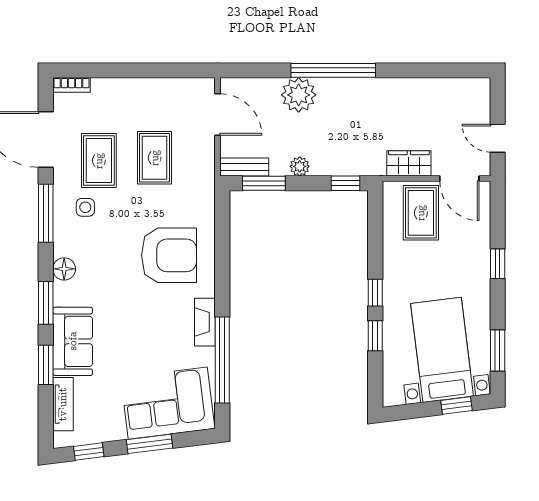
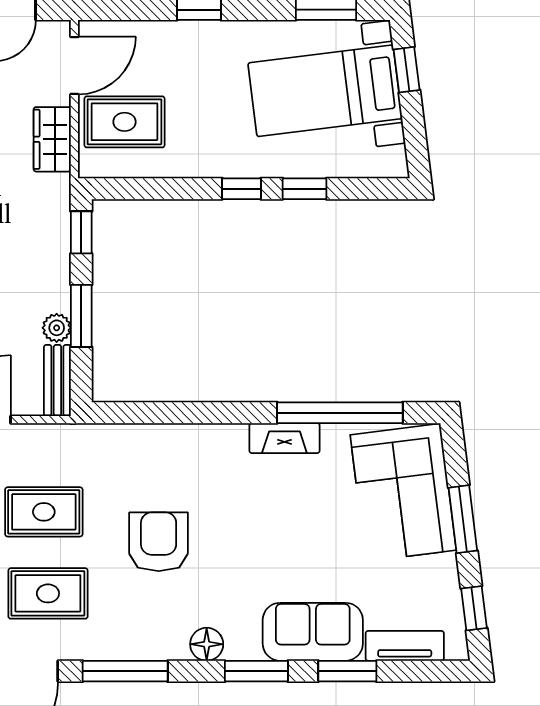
plant: (300, 166) -> (57, 328), moved
window: (264, 183) -> (81, 316), moved
side table: (85, 207) -> (116, 613), removed
armchair: (169, 255) -> (159, 542), moved, width x0.73, depth x0.73

